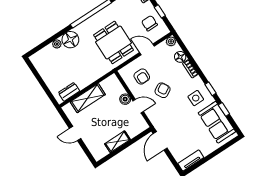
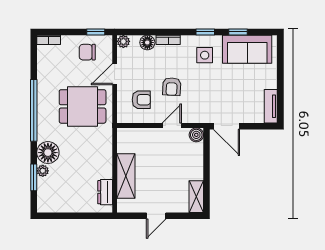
window: (160, 11) -> (96, 32), moved
window: (49, 41) -> (34, 177), added
armchair: (163, 90) -> (172, 87), turned -147
boiler: (125, 99) -> (196, 135), moved
shelving: (117, 142) -> (196, 197), moved

